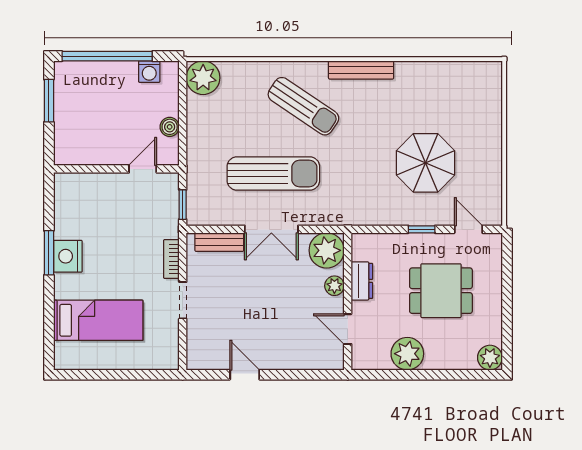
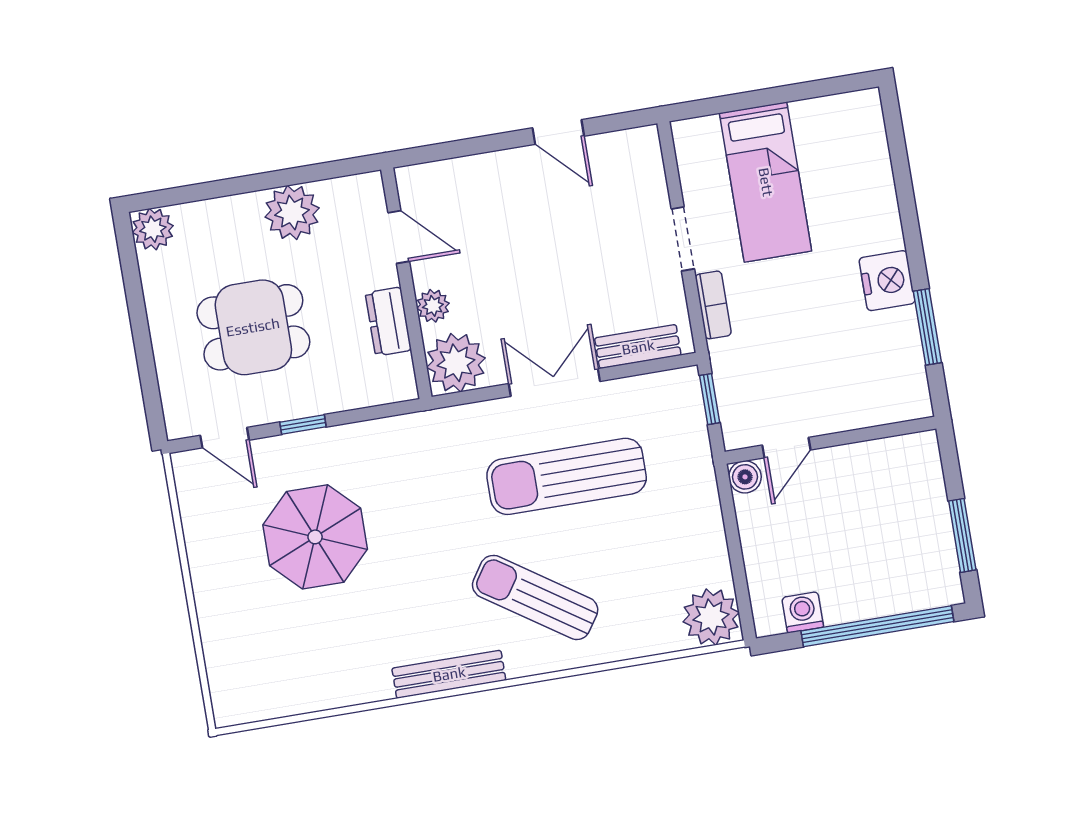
boiler: (170, 127) -> (745, 477), moved
window: (49, 253) -> (927, 327), moved
bed: (98, 320) -> (766, 182), moved, turned -90

